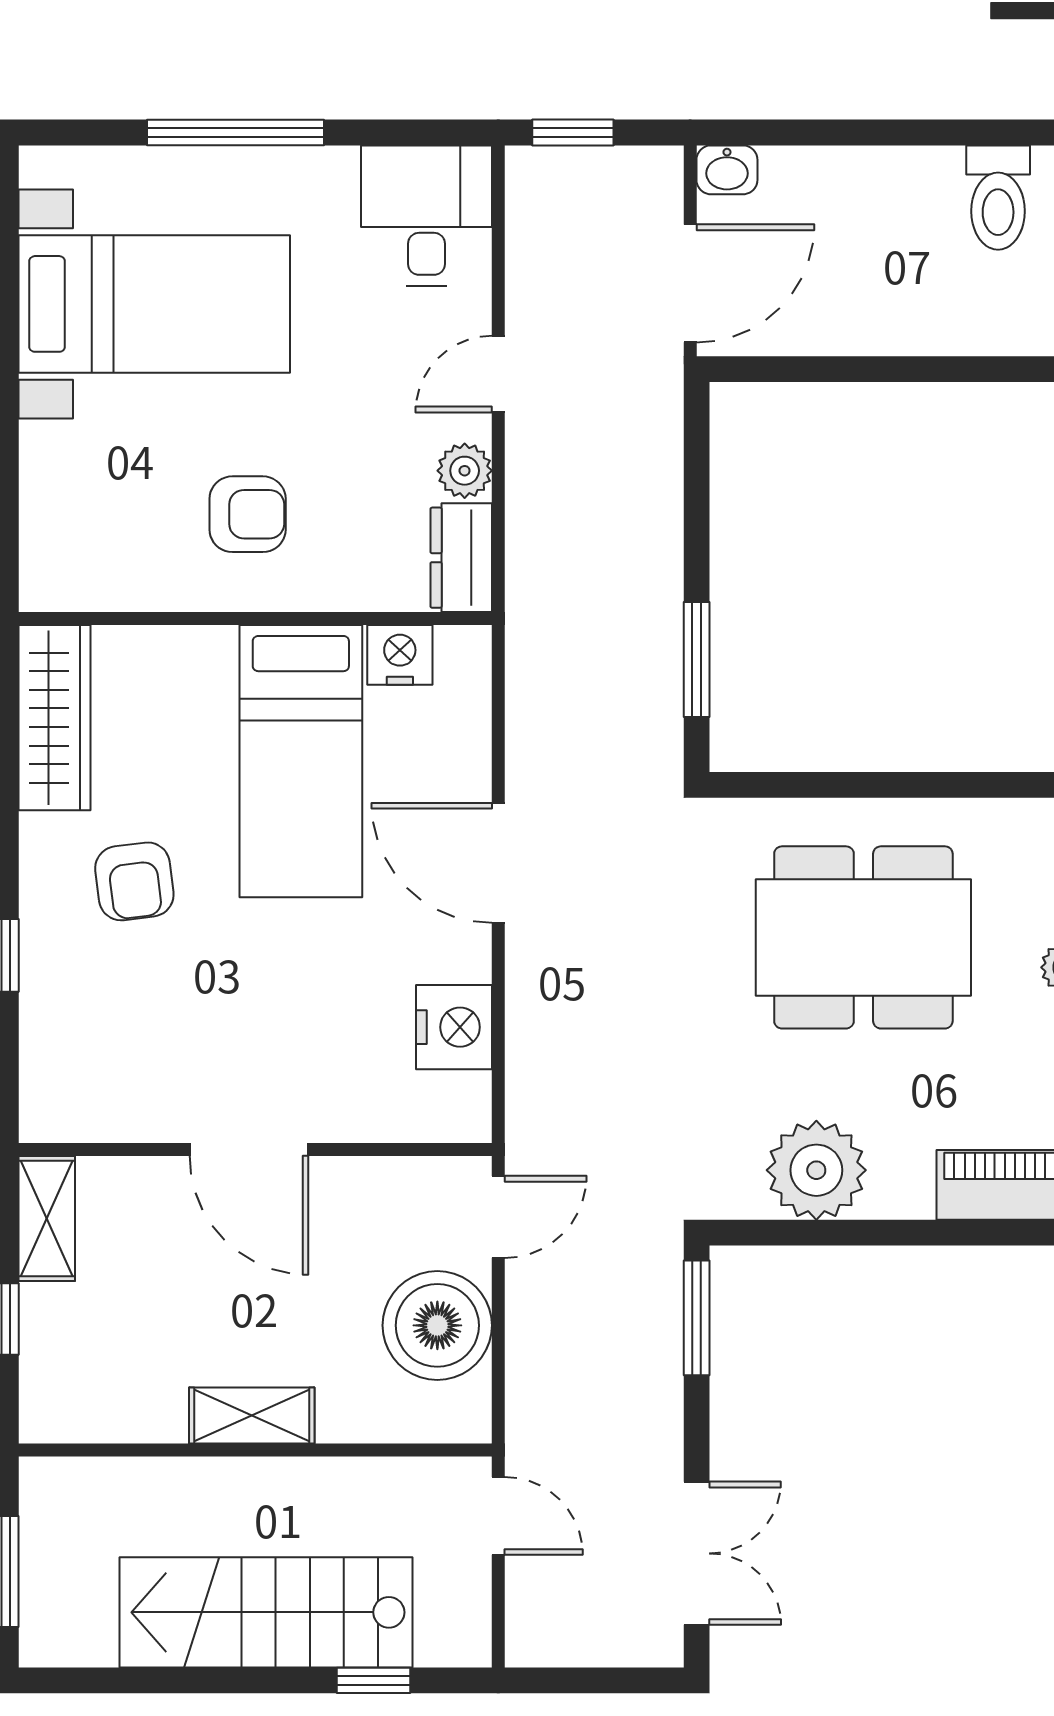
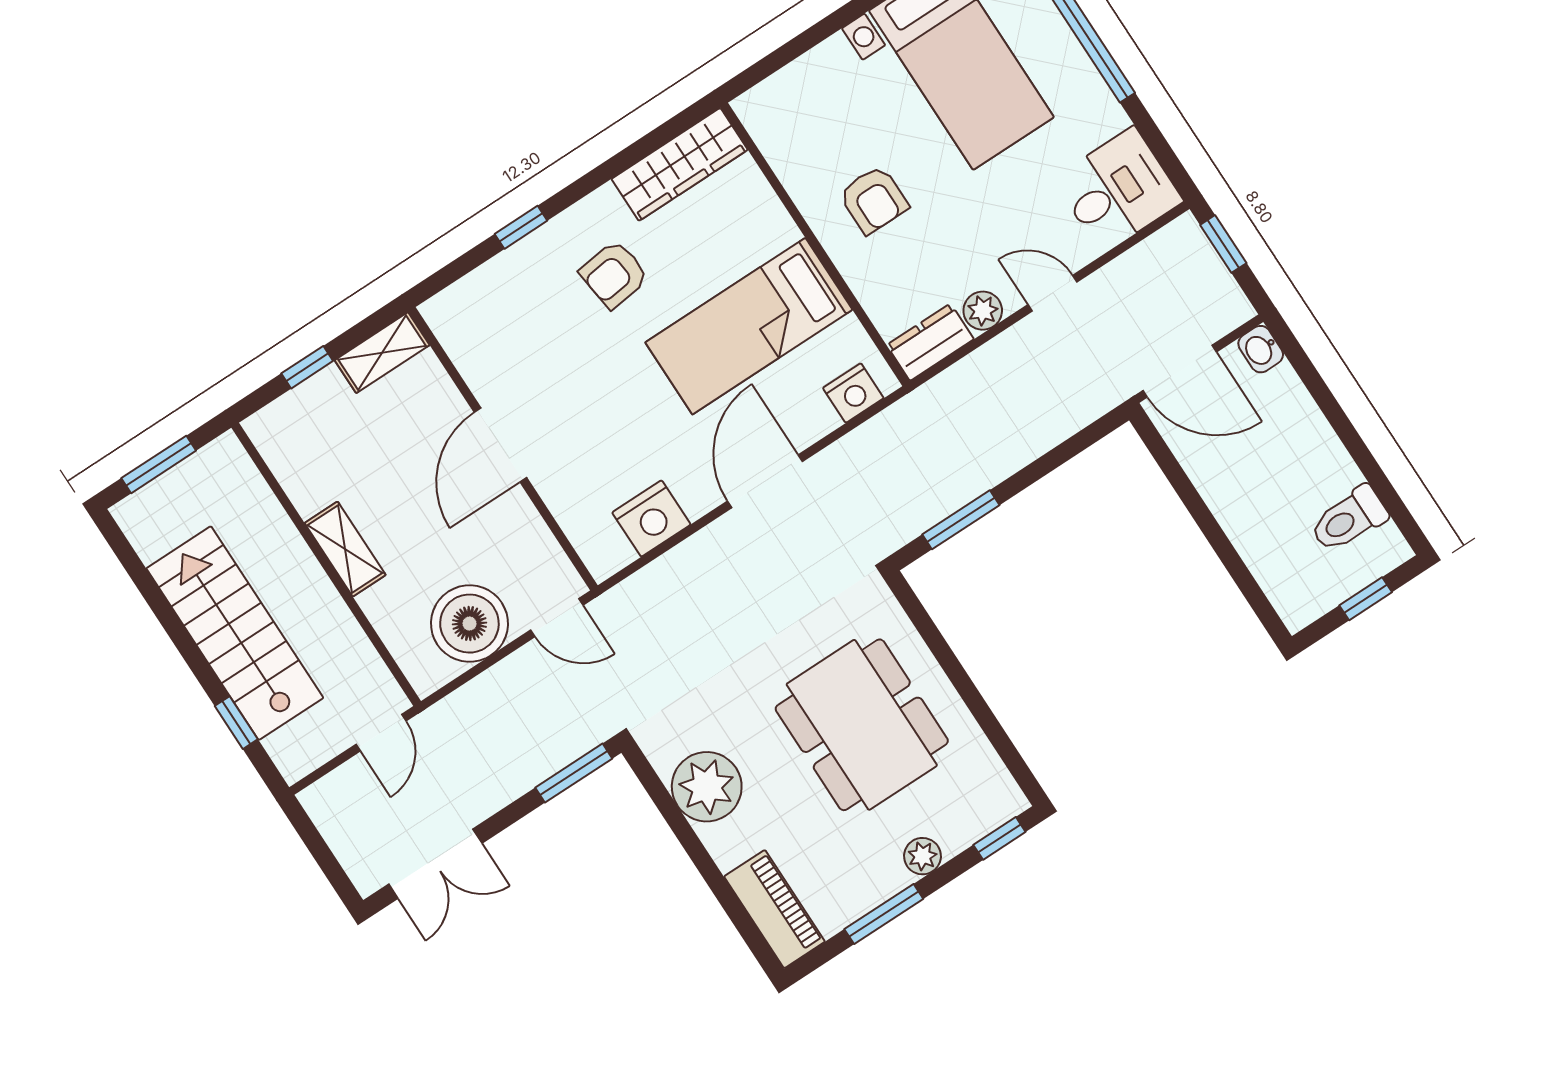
nightstand: (400, 655) -> (853, 393), moved, turned 90

